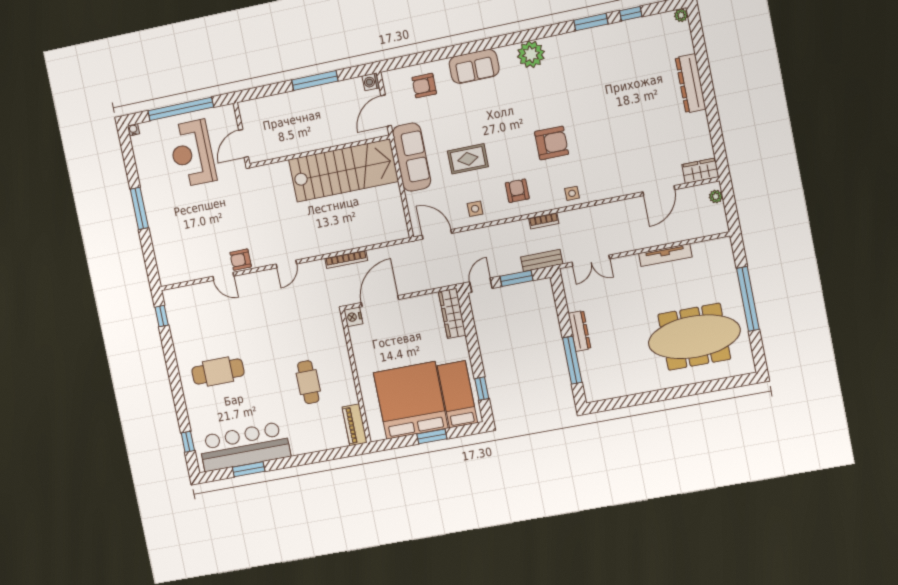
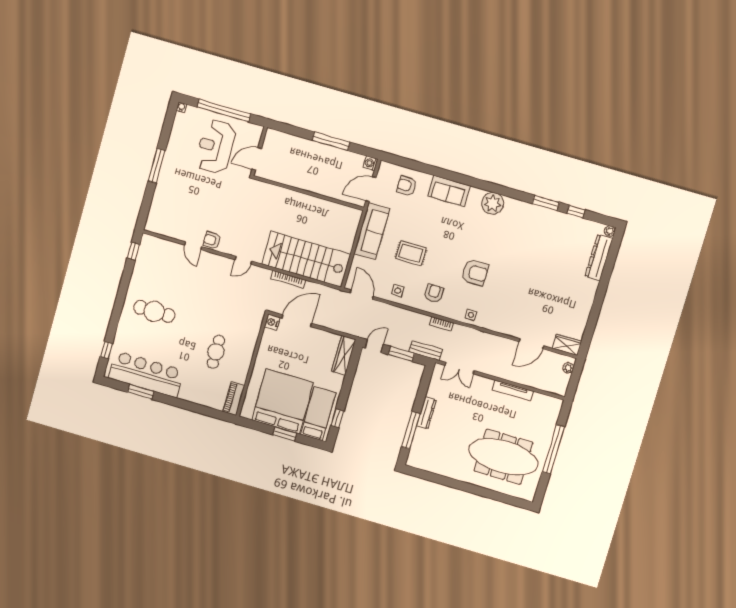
dresser: (691, 83) -> (599, 258), moved
stairs: (343, 171) -> (306, 259), moved, turned 180

